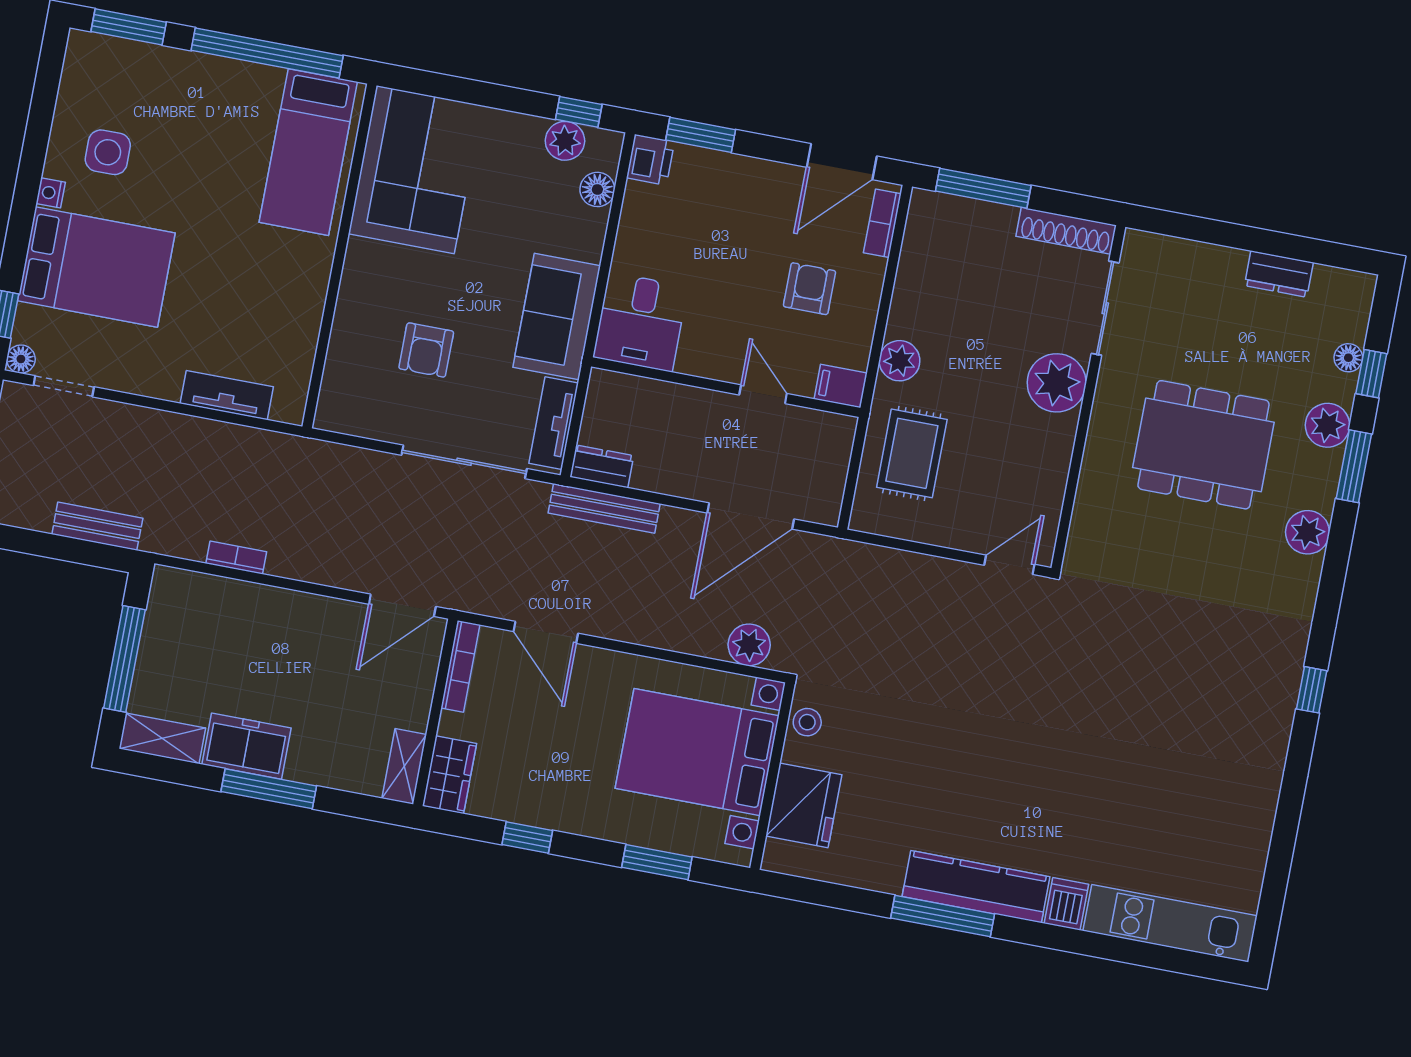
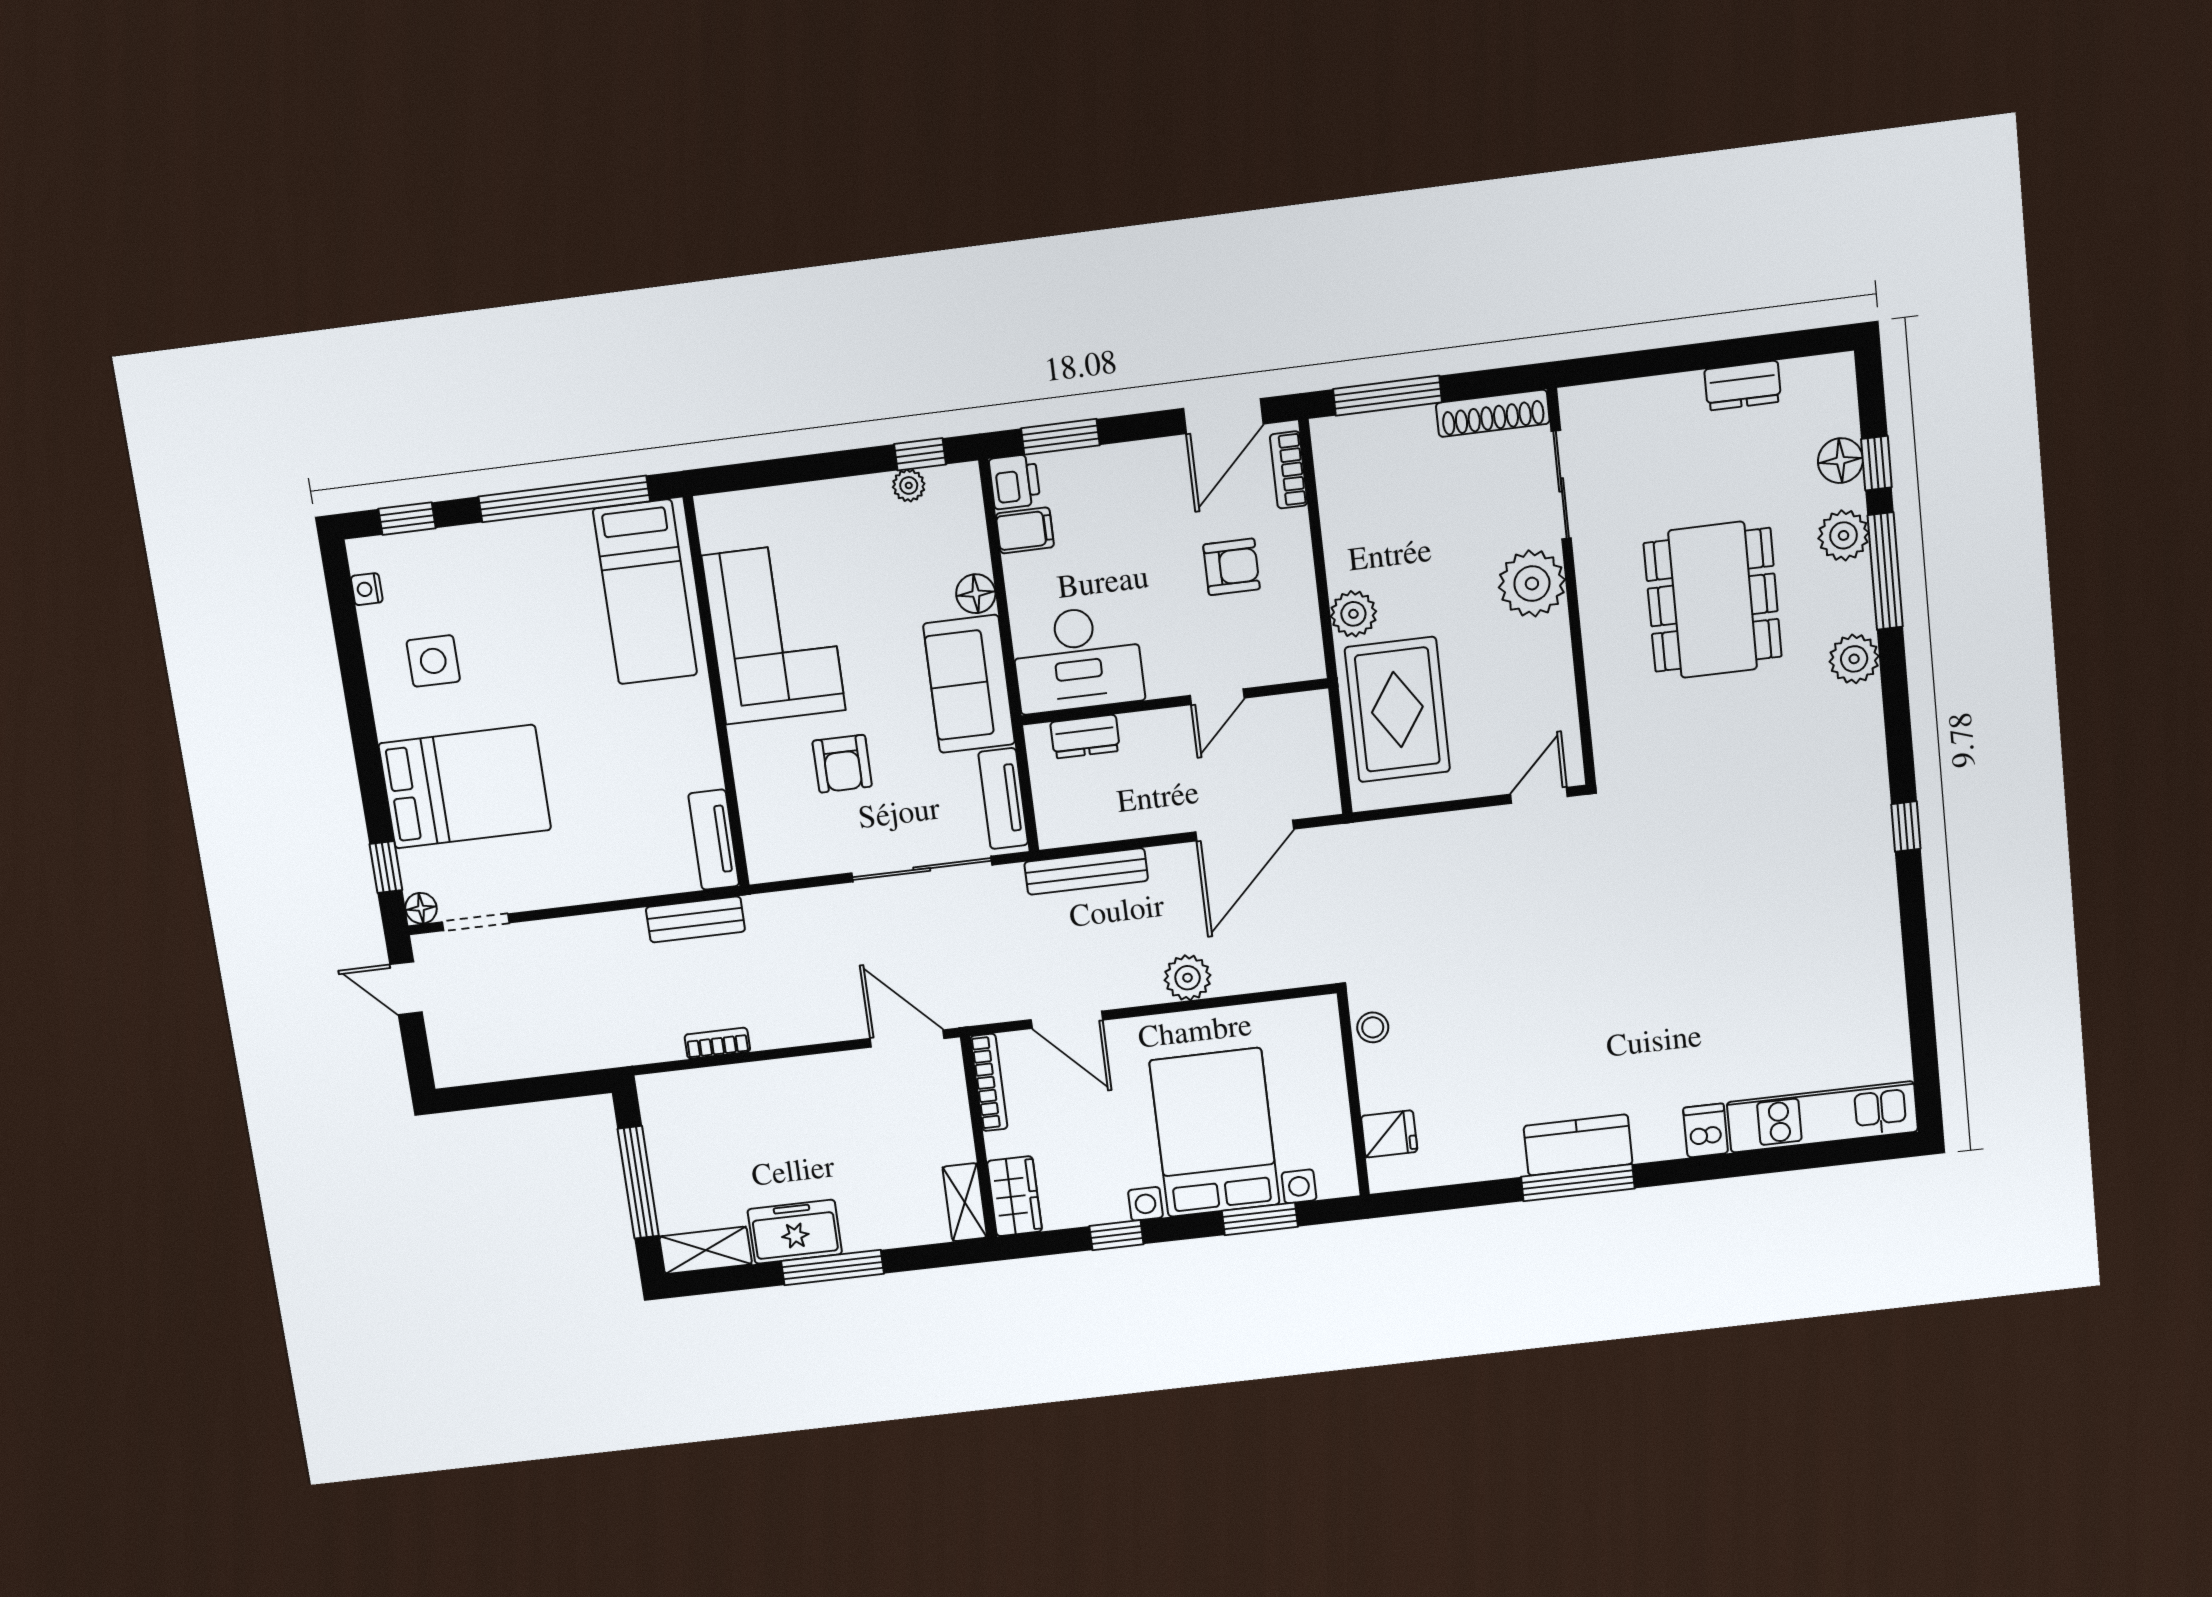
window: (129, 27) -> (407, 519), width x0.67
plant: (565, 141) -> (909, 485), width x0.73, depth x0.73
corner sofa: (415, 170) -> (774, 633), moved
floor lamp: (597, 189) -> (976, 594), moved
nightstand: (51, 193) -> (367, 589), moved
armchair: (809, 289) -> (1232, 567), turned 90
desk: (640, 322) -> (1077, 659), width x1.37
floor lamp: (1348, 358) -> (1840, 461), width x1.37, depth x1.37
filing cabinet: (841, 386) -> (1025, 530), moved, turned 180
door: (763, 394) -> (1217, 697), swing flipped
tv unit: (227, 395) -> (714, 840), moved, turned -90
dining table: (1203, 445) -> (1713, 600), turned 90
rug: (912, 453) -> (1397, 709), width x1.36, depth x1.43
dresser: (602, 466) -> (1085, 737), moved, turned 180
window: (1354, 466) -> (1885, 571), width x1.44
bench: (97, 526) -> (695, 919), moved
door: (402, 605) -> (907, 1038), swing flipped
plant: (749, 645) -> (1188, 978), moved
bed with nightstands: (697, 752) -> (1215, 1133), moved, turned 90
fridge: (804, 805) -> (1389, 1134), width x0.53, depth x0.75
kitchen counter: (976, 887) -> (1578, 1145), width x0.67

